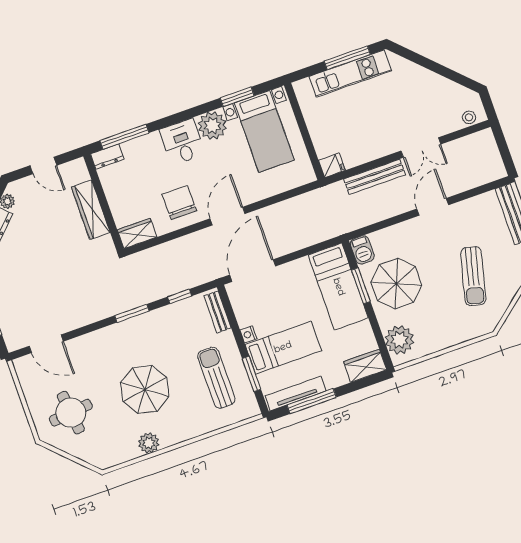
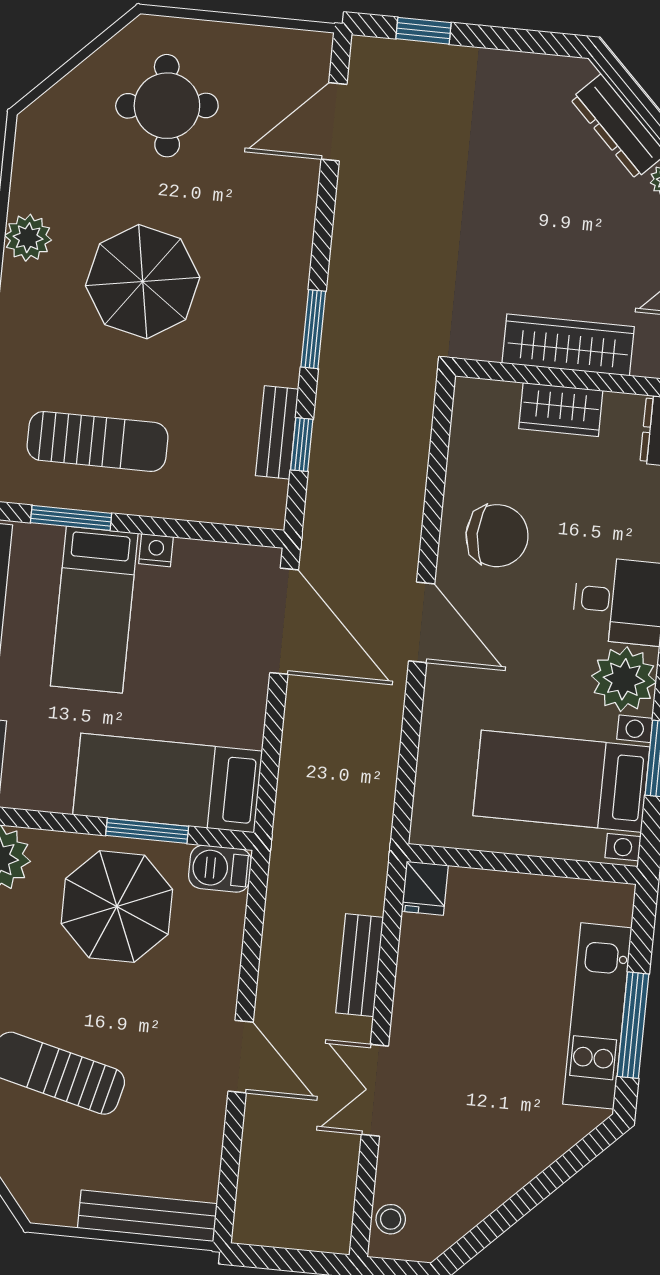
bench: (374, 177) -> (360, 965), width x0.73
wardrobe: (137, 233) -> (561, 410), moved, turned 90
bench: (218, 312) -> (277, 432), moved, turned 90

